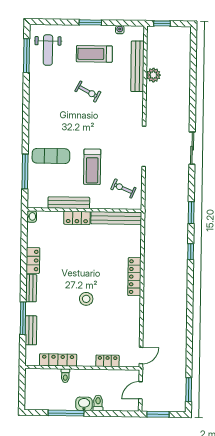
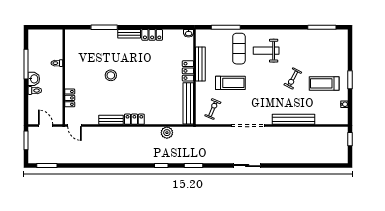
weight bench: (48, 50) -> (266, 51), moved
treadmill: (94, 54) -> (324, 83), turned -90
bench: (137, 66) -> (294, 119), moved
plant: (153, 75) -> (167, 133), moved
treadmill: (92, 167) -> (230, 83), turned 180
locker: (134, 277) -> (134, 119), width x0.66
stool: (86, 299) -> (111, 75), moved
bench: (31, 330) -> (111, 120), moved
locker: (58, 360) -> (70, 57), removed

